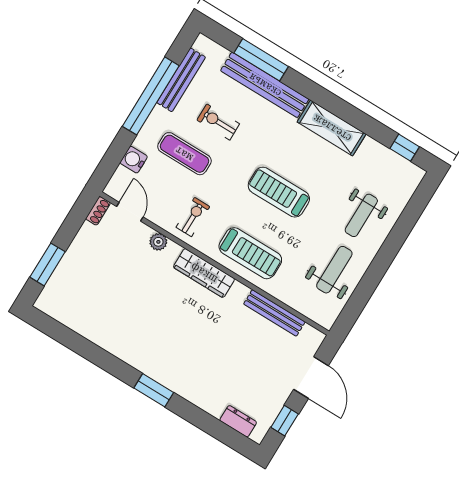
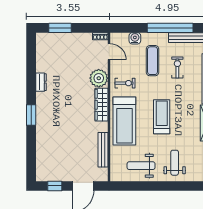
door: (130, 212) -> (109, 52), hinge flipped
weight bench: (361, 215) -> (175, 163), turned 90
plant: (158, 242) -> (99, 78), width x1.88, depth x1.88
treadmill: (250, 253) -> (124, 121), width x1.37, depth x1.38
weight bench: (334, 270) -> (141, 166), turned 180
dresser: (238, 421) -> (41, 82), moved

